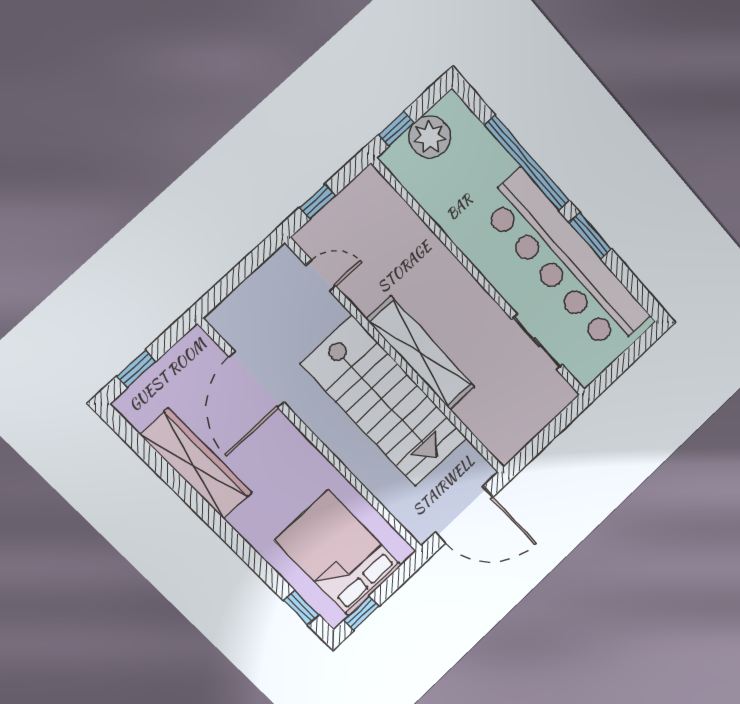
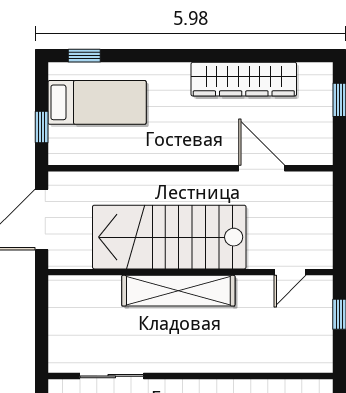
door: (257, 380) -> (262, 168), width x0.73
bed: (338, 553) -> (97, 102), width x0.67
window: (361, 613) -> (42, 127), moved

